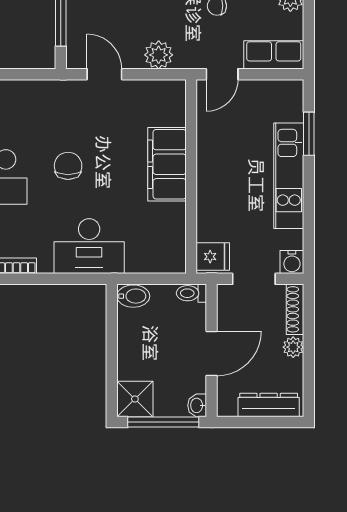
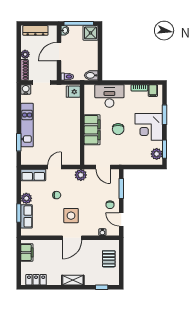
filing cabinet: (167, 164) -> (92, 130), moved
wall: (191, 177) -> (82, 125), moved
fridge: (213, 257) -> (73, 92), moved

